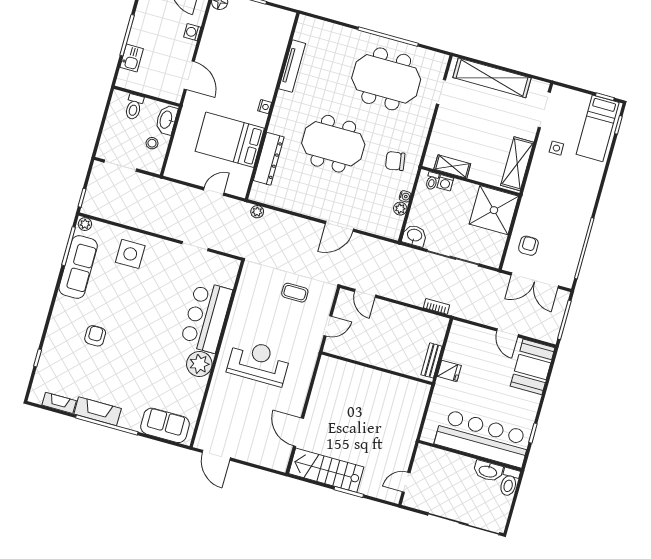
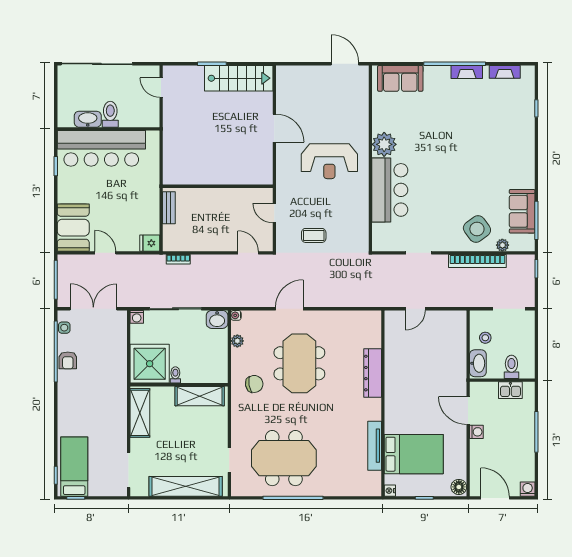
washing machine: (192, 32) -> (476, 432), moved
kitchen sink: (132, 58) -> (510, 390), moved, turned -90
nightstand: (265, 107) -> (390, 491), moved
bed: (230, 140) -> (414, 454), moved
meeting table: (333, 144) -> (299, 363), moved, turned 90
side table: (556, 148) -> (64, 328), moved
dresser: (269, 159) -> (373, 373), moved
shelving: (452, 166) -> (200, 396), width x1.50, depth x1.33
toilet: (432, 181) -> (175, 375), moved
washing machine: (445, 183) -> (137, 317), moved, turned 180
water cooler: (405, 196) -> (236, 315), moved
plant: (257, 212) -> (370, 301), removed
bookcase: (139, 222) -> (477, 261), added
plant: (85, 224) -> (502, 245), moved
armchair: (528, 246) -> (68, 360), moved
side table: (130, 254) -> (477, 229), turned -36
sofa: (78, 267) -> (522, 211), width x0.73
door: (328, 326) -> (274, 213), hinge flipped
armchair: (95, 336) -> (488, 144), removed
fridge: (449, 371) -> (150, 243), moved
fireplace: (98, 411) -> (467, 72), width x0.73, depth x0.76
door: (298, 432) -> (274, 128), moved
door: (406, 482) -> (161, 88), swing flipped
toilet: (509, 482) -> (110, 114), moved

